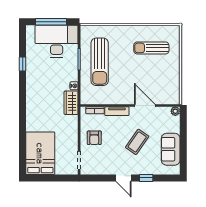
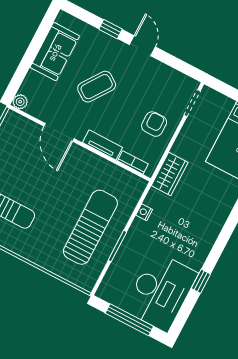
desk: (57, 41) -> (161, 291), moved, turned -90
wardrobe: (71, 103) -> (170, 174), moved

